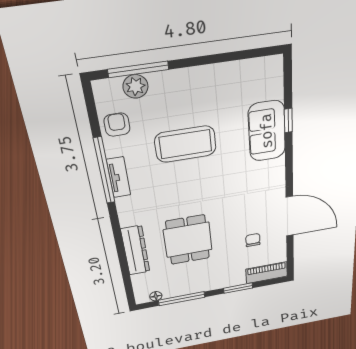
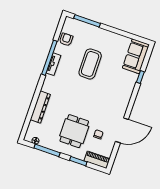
plant: (136, 86) -> (82, 27), removed
sofa: (267, 131) -> (136, 56), moved
coffee table: (185, 144) -> (90, 64), turned 90
door: (290, 216) -> (122, 130), hinge flipped
dining table: (188, 240) -> (74, 131), moved

